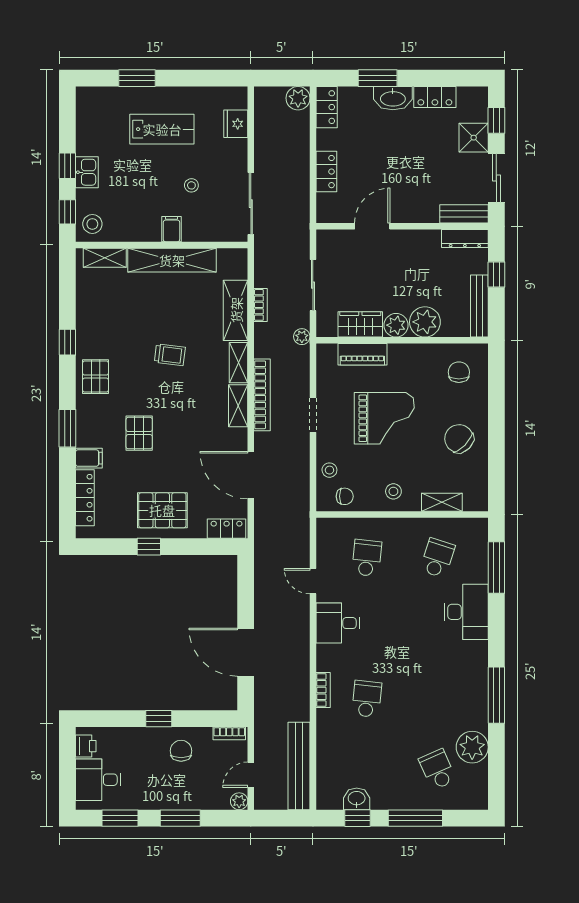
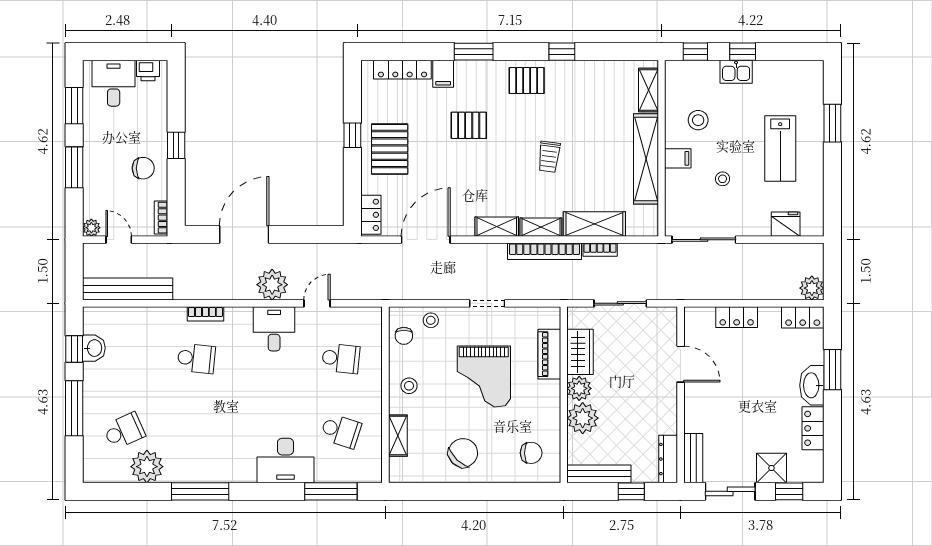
stool: (92, 224) -> (698, 120), moved
plant: (302, 337) -> (272, 285), moved, width x1.88, depth x1.88
bookcase: (262, 395) -> (544, 251), moved

